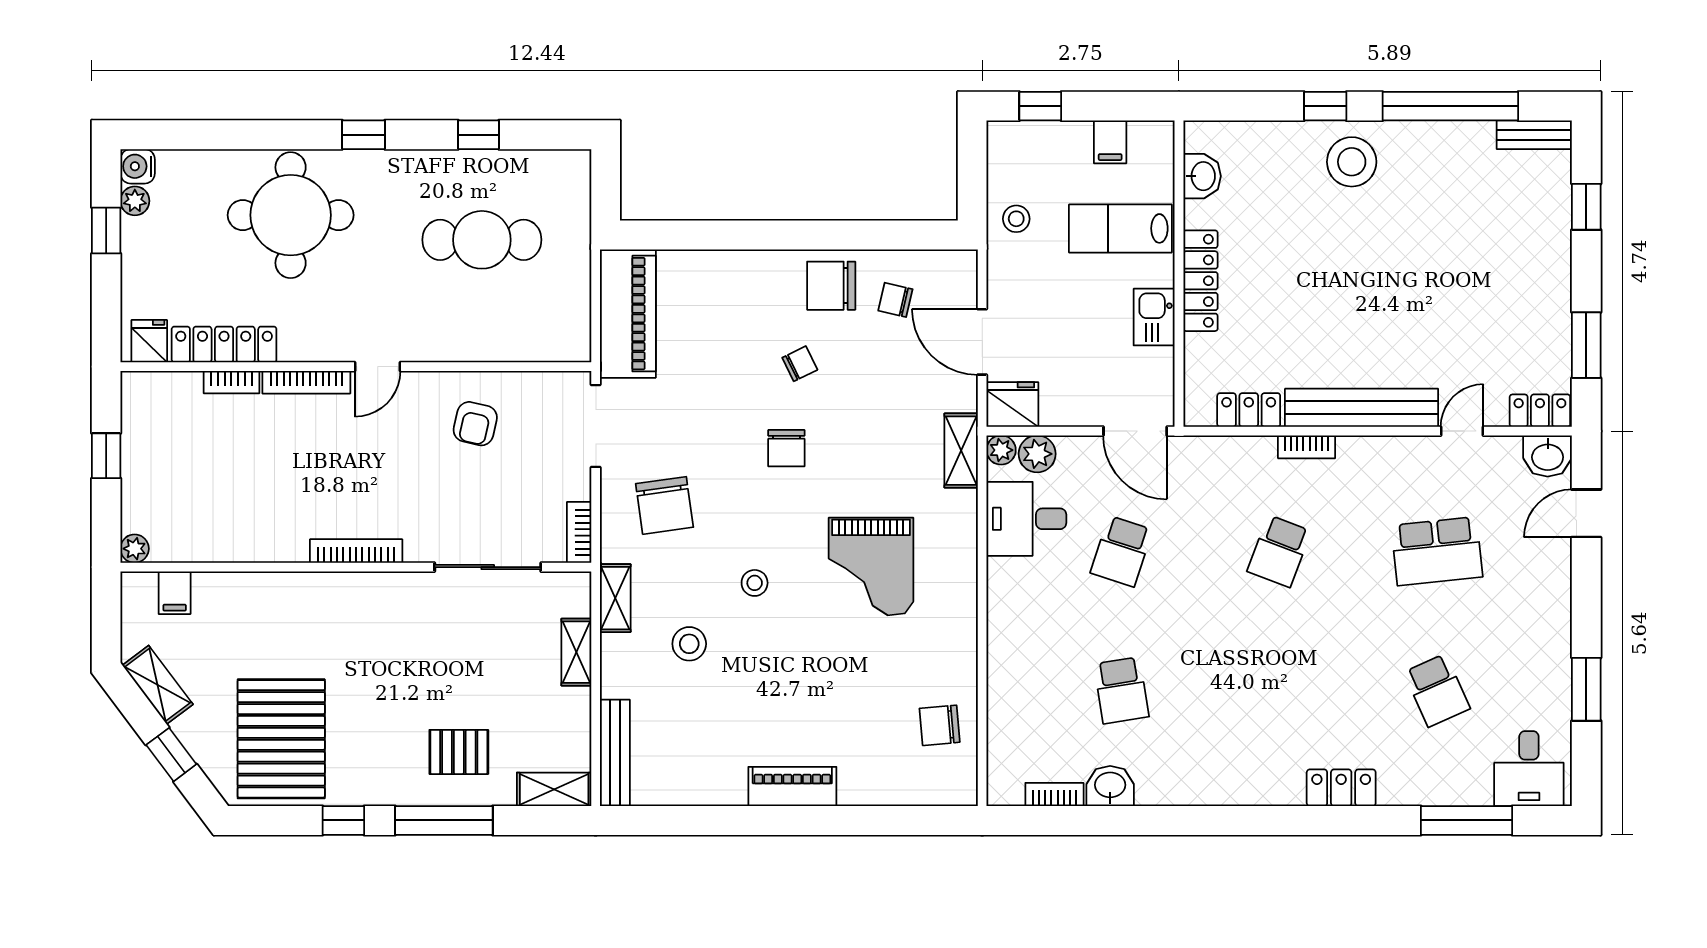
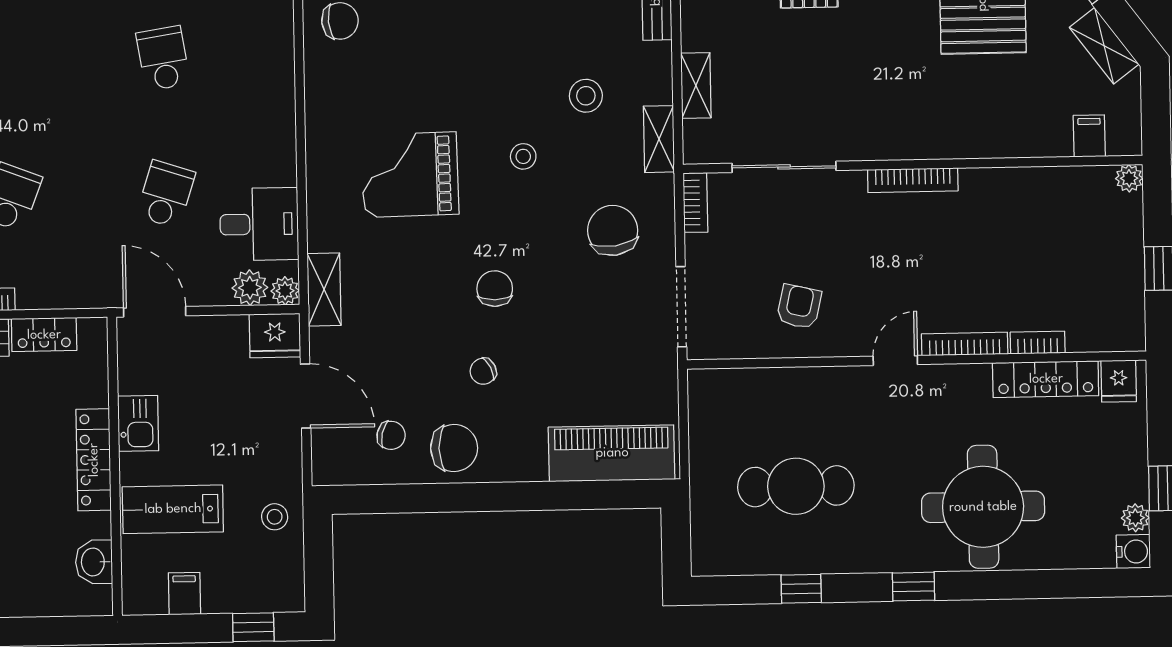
lab bench: (1120, 228) -> (173, 509), turned 180
piano: (628, 314) -> (612, 453), moved, turned 90
grand piano: (871, 566) -> (410, 175), turned -91

